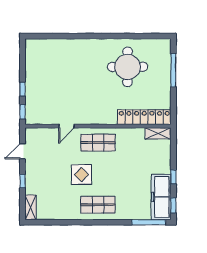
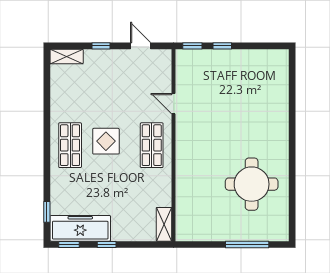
locker: (144, 117) -> (185, 206), removed
display table: (81, 175) -> (106, 141), moved
window: (149, 222) -> (47, 212), width x0.46

